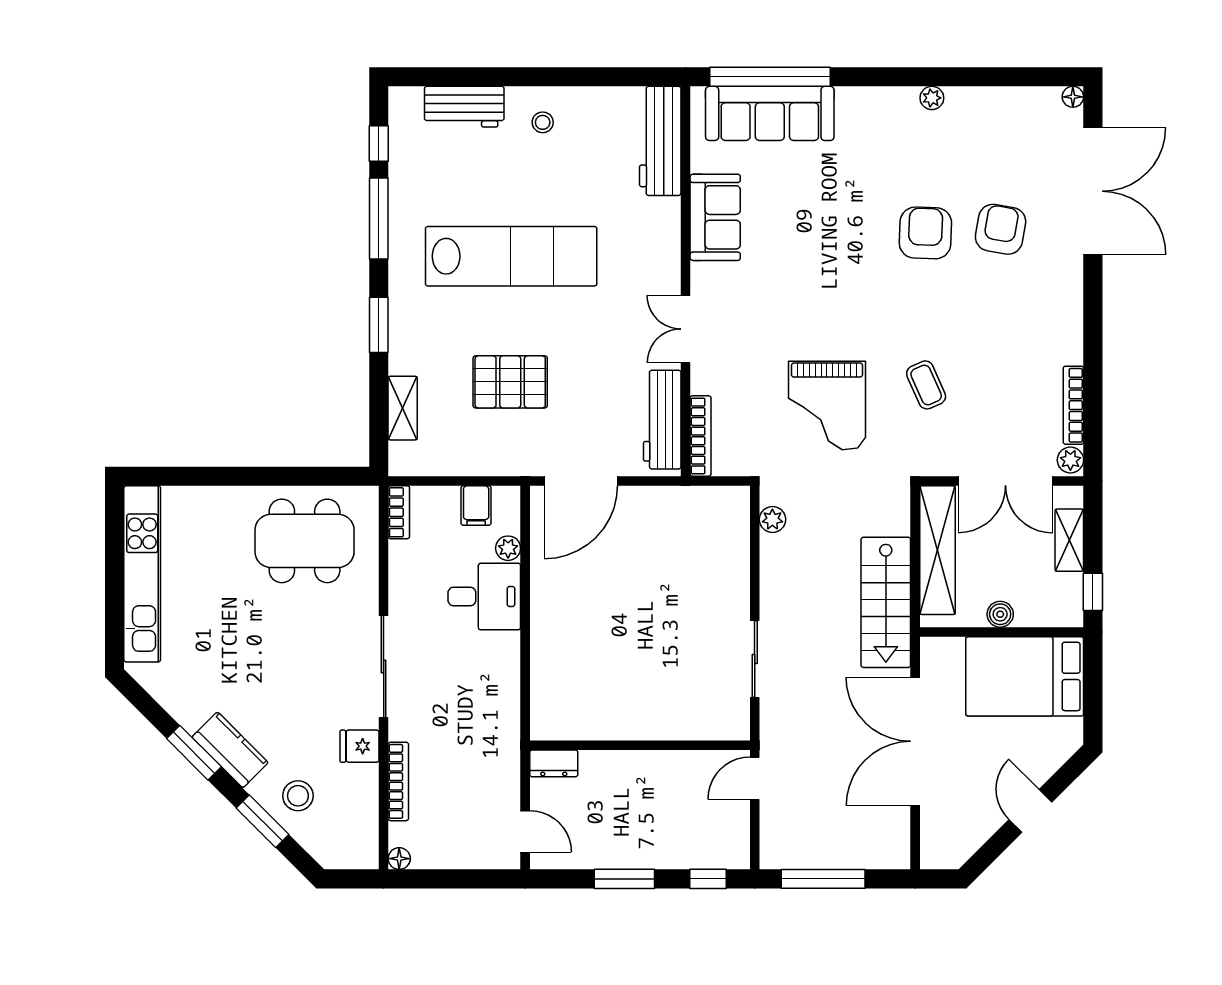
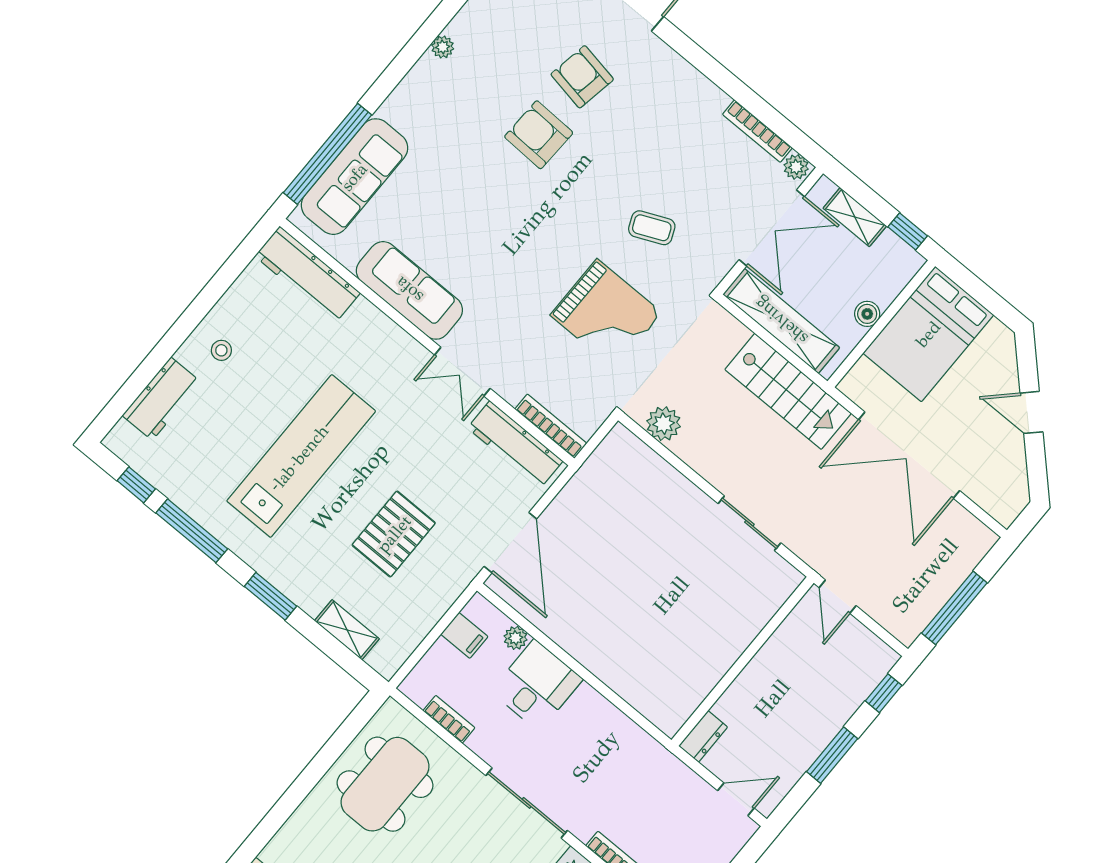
sofa: (715, 217) -> (409, 290), width x1.36
bookcase: (399, 512) -> (449, 719), moved
plant: (772, 519) -> (664, 424), width x1.38, depth x1.38

